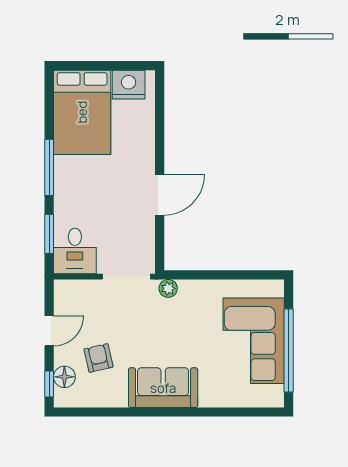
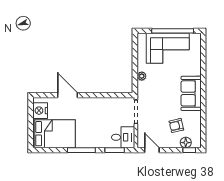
door: (160, 195) -> (67, 95), moved
plant: (168, 288) -> (142, 76), moved
door: (49, 331) -> (152, 150), moved

